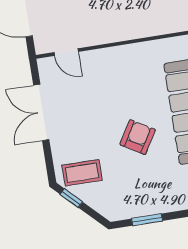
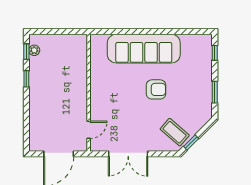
armchair: (138, 137) -> (156, 89), turned 149
coffee table: (82, 173) -> (175, 132), turned -49

